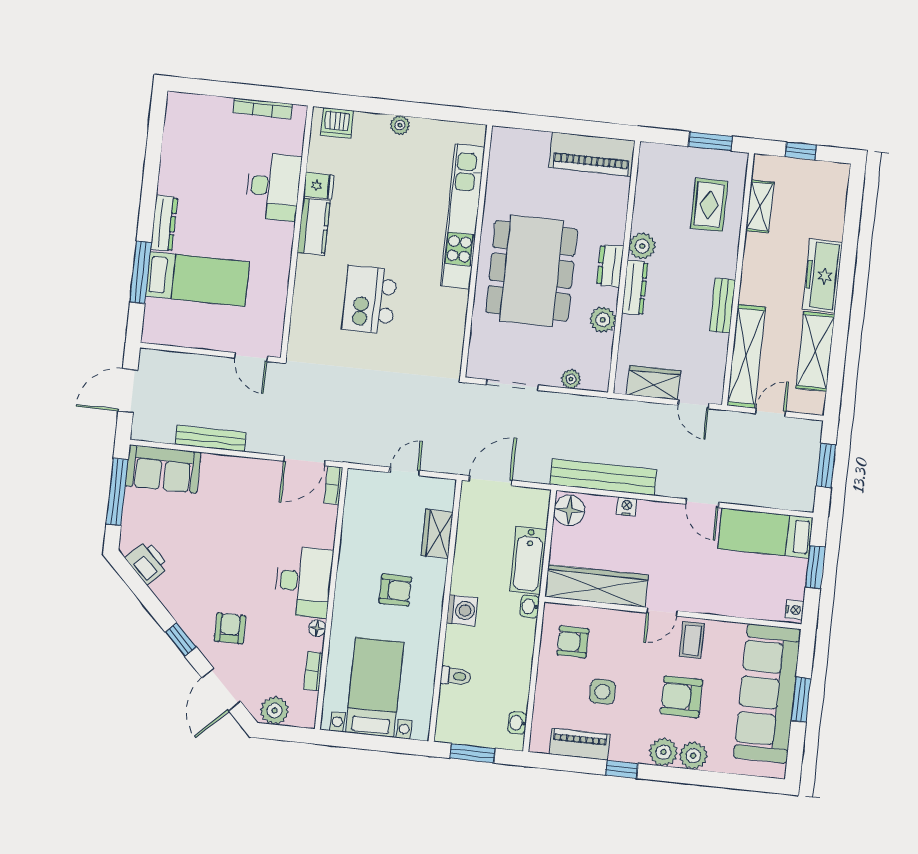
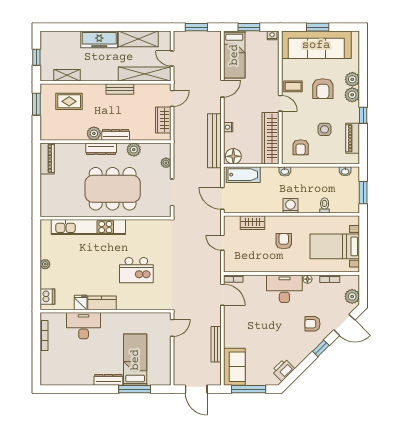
piano: (592, 154) -> (47, 158), width x0.73, depth x0.75
dresser: (610, 266) -> (101, 149), width x1.44
bathtub: (528, 560) -> (243, 175), moved

